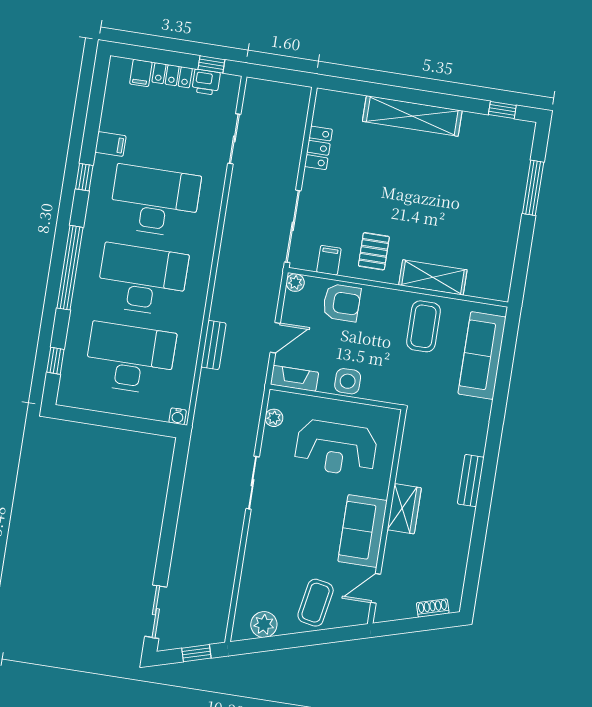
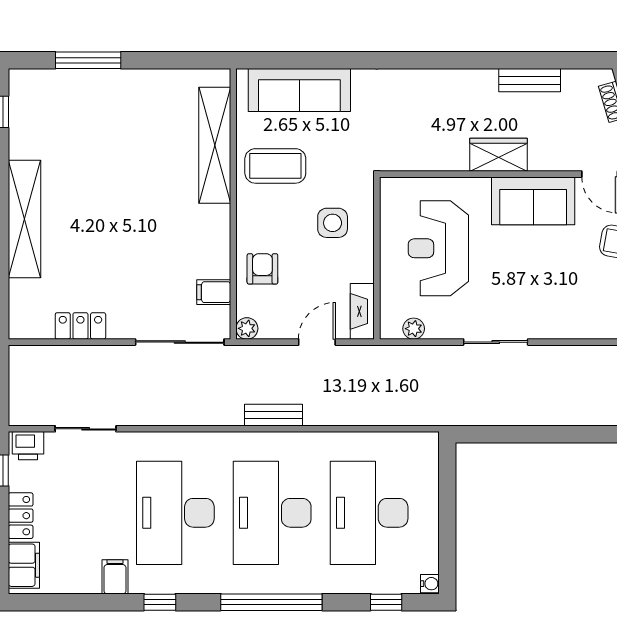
filing cabinet: (141, 73) -> (24, 565), width x2.00
printer: (206, 82) -> (28, 446), moved, turned 90
pallet: (374, 251) -> (194, 240), removed
shelving: (433, 277) -> (215, 145), width x1.47
armchair: (342, 303) -> (262, 269), width x0.72, depth x0.72
door: (275, 338) -> (317, 342), hinge flipped
bench: (213, 345) -> (273, 415), moved
side table: (348, 381) -> (333, 223), moved
water cooler: (178, 416) -> (430, 584), moved
reception desk: (336, 448) -> (438, 248), turned 180
bench: (471, 481) -> (530, 80), moved

